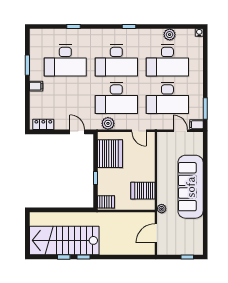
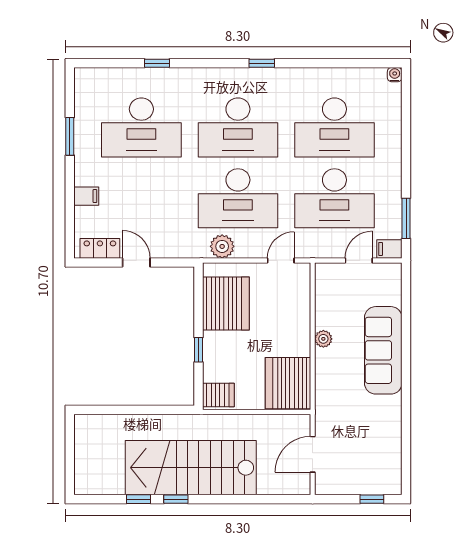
plant: (170, 35) -> (338, 79), removed
filing cabinet: (36, 86) -> (86, 196), moved
door: (139, 131) -> (281, 260), swing flipped
door: (180, 131) -> (359, 260), hinge flipped
door: (77, 132) -> (136, 263), moved
sofa: (191, 187) -> (383, 350), width x0.74, depth x0.79
server rack: (143, 191) -> (288, 383), width x1.60
plant: (162, 209) -> (323, 339), moved
stairs: (64, 240) -> (191, 468), moved

